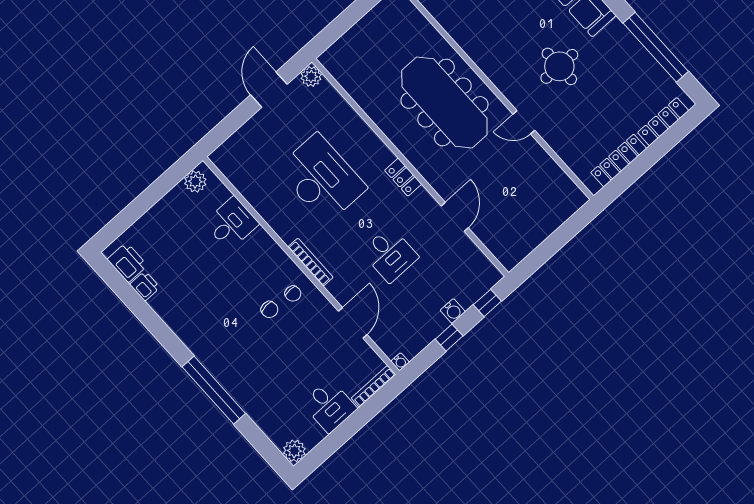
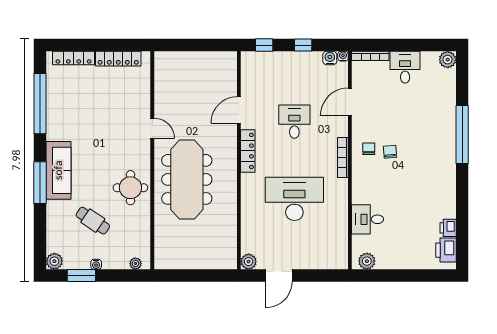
round table: (559, 66) -> (130, 188), moved
locker: (403, 177) -> (248, 151), width x1.53
desk: (322, 179) -> (294, 199), turned 90
water cooler: (453, 311) -> (330, 58), moved

